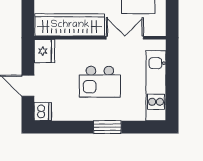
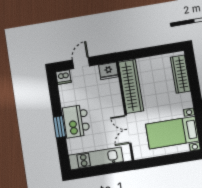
double door: (125, 38) -> (128, 129), swing flipped
kitchen island: (100, 82) -> (76, 121), moved

